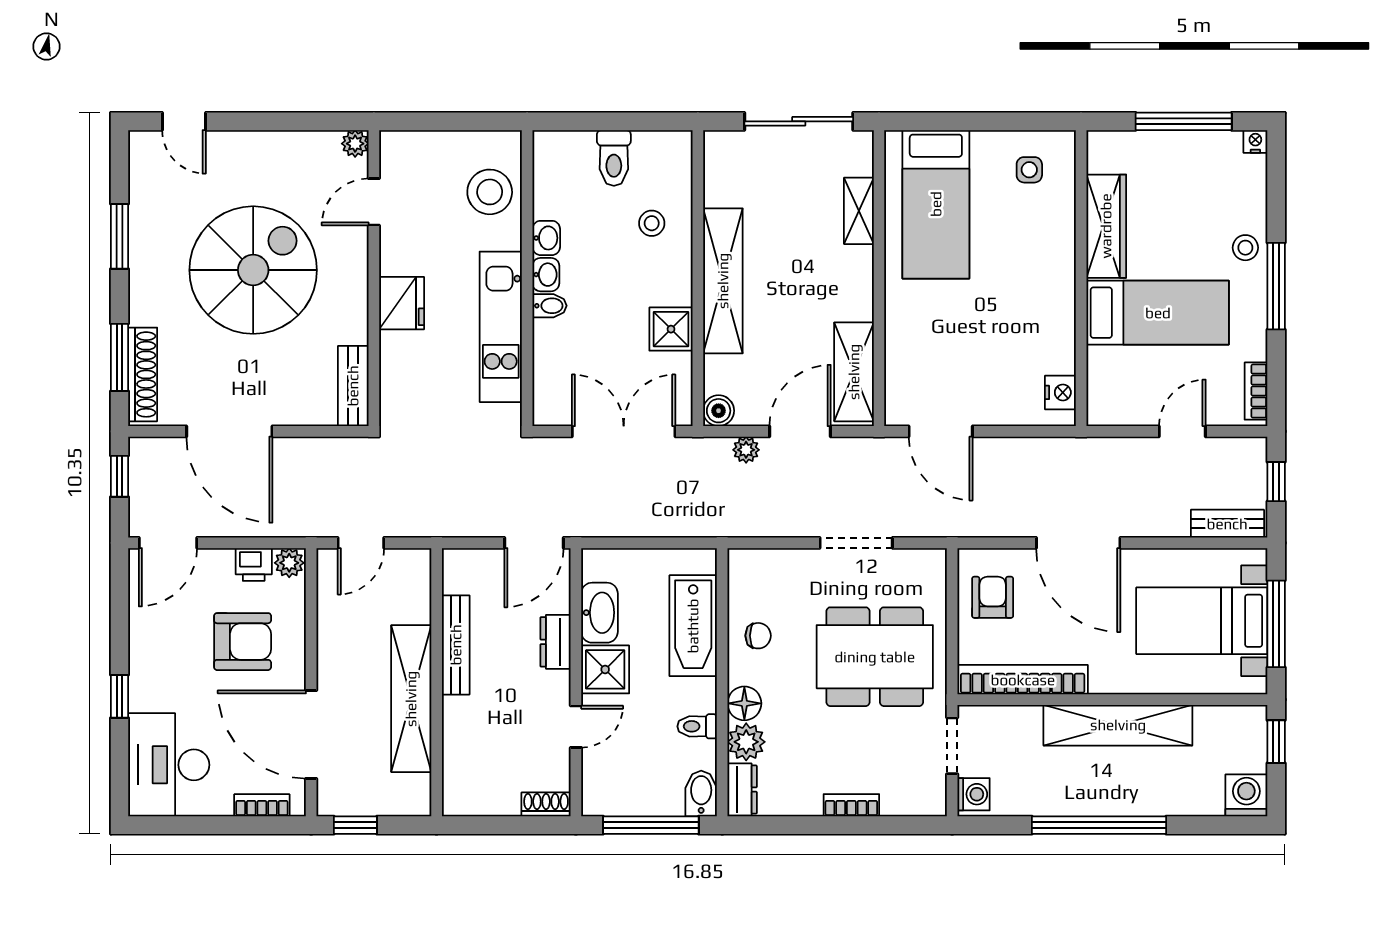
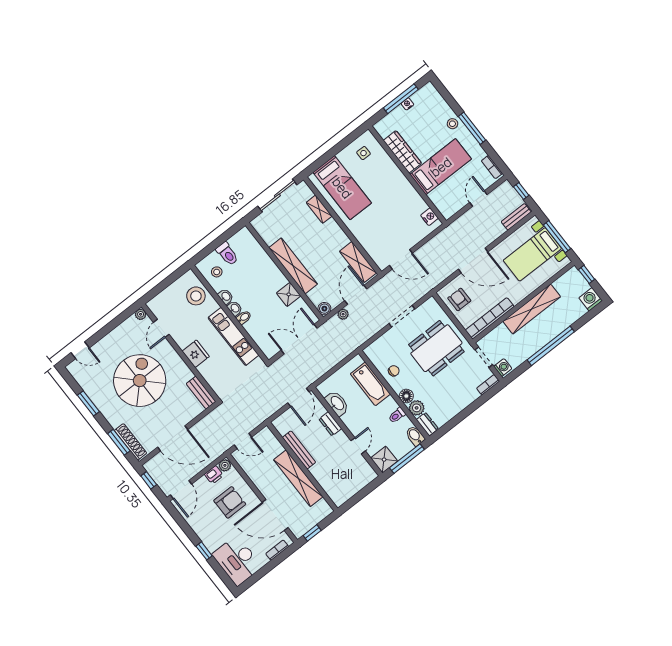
nightstand: (1255, 141) -> (407, 104), moved
stool: (652, 223) -> (217, 272), moved
door: (361, 543) -> (243, 441), hinge flipped
shower: (605, 669) -> (384, 460), moved
shoe rack: (546, 804) -> (368, 478), removed
bookcase: (851, 805) -> (488, 385), moved

